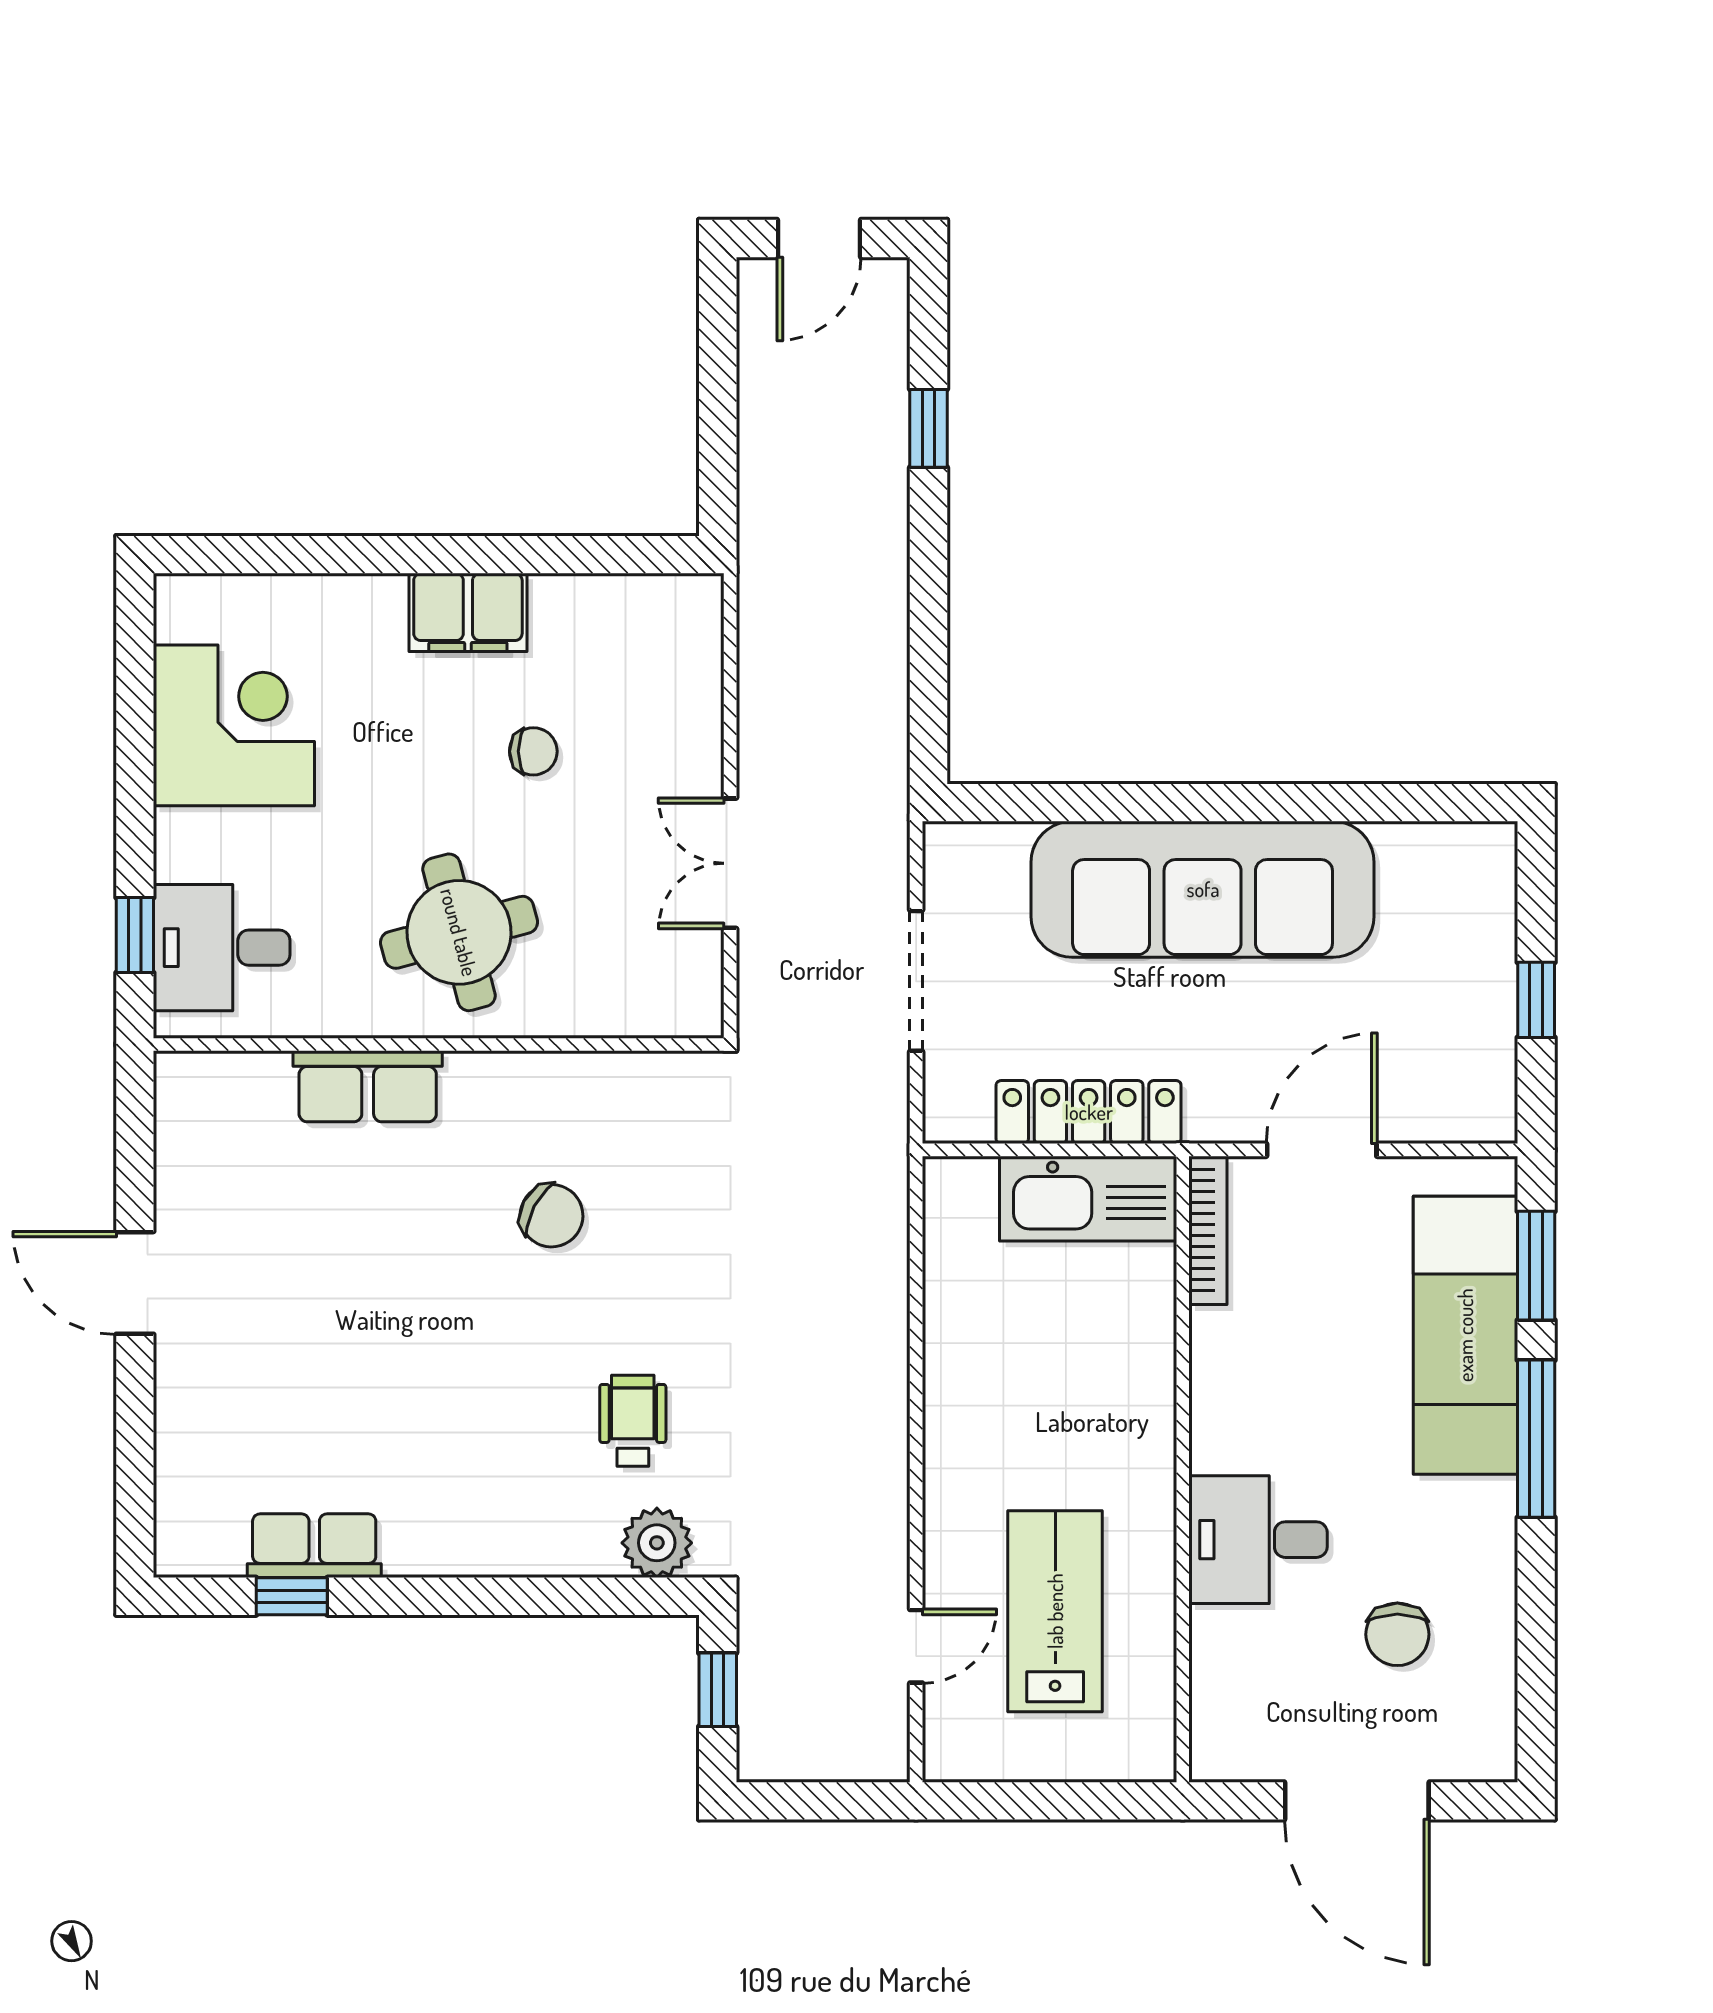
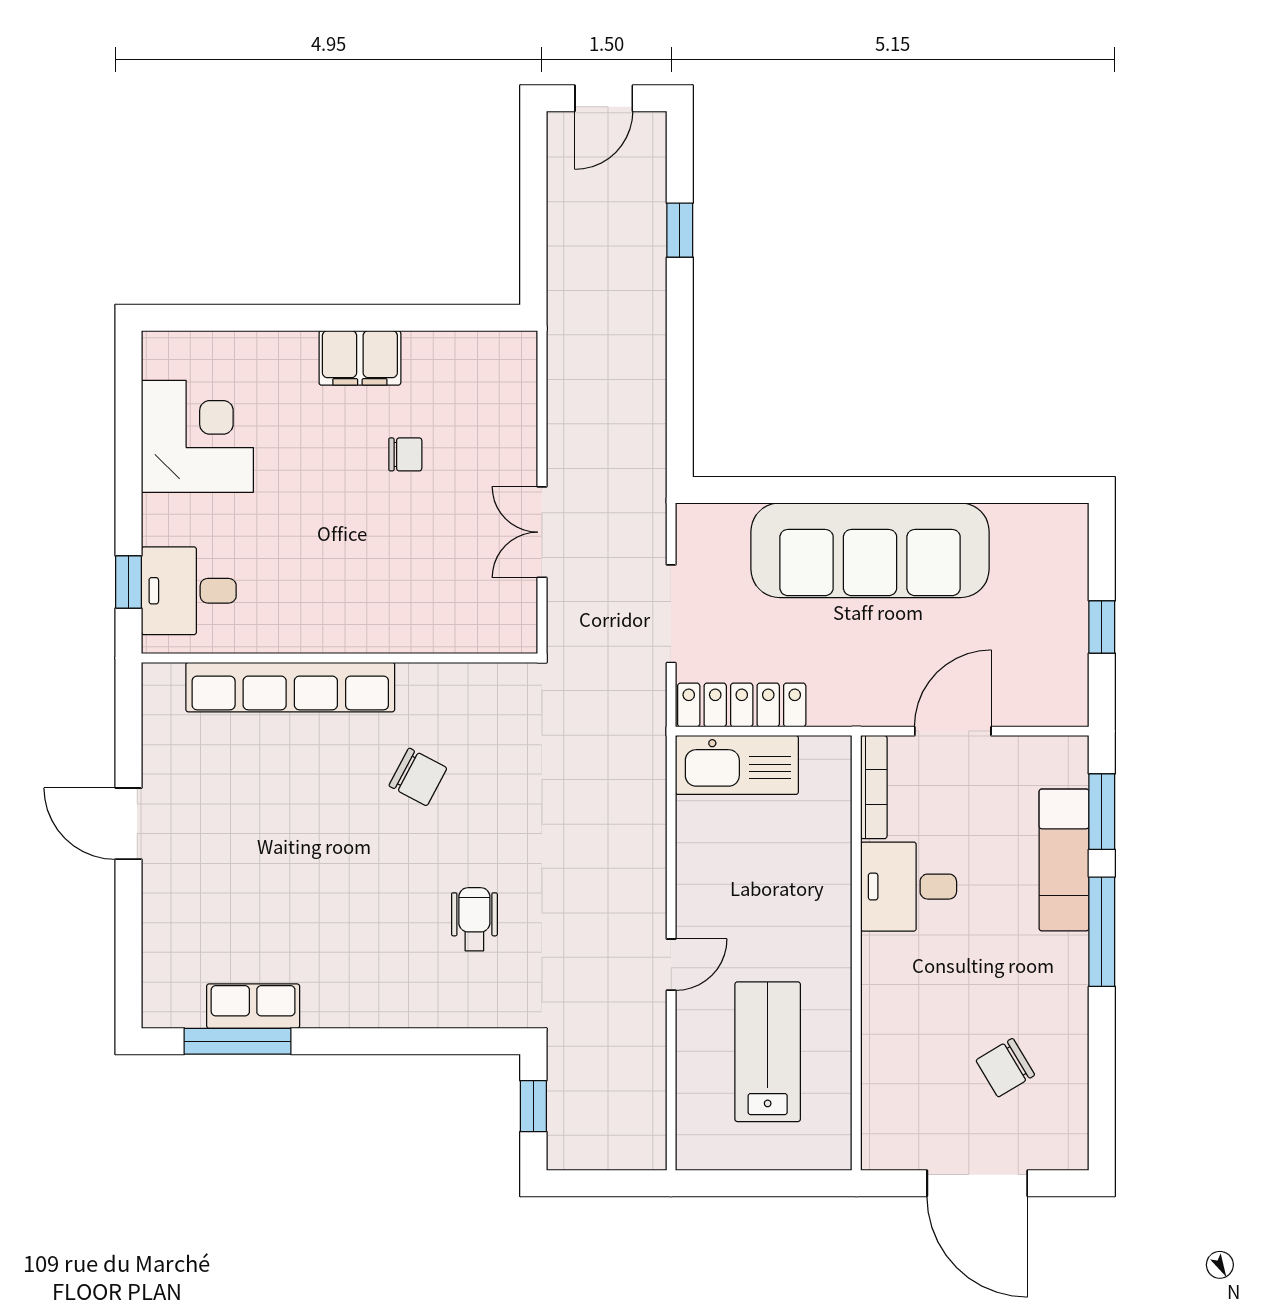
round table: (459, 932) -> (354, 580), removed
row of seats: (368, 1086) -> (290, 687), width x2.02
locker: (1089, 1112) -> (742, 705), moved
kitchen sink: (1088, 1199) -> (737, 765), moved
exam couch: (1465, 1335) -> (1064, 860), width x0.73, depth x0.69
desk: (1258, 1540) -> (909, 887), moved
plant: (657, 1543) -> (491, 1004), removed
window: (292, 1596) -> (238, 1041), width x2.17
chair: (1397, 1634) -> (1005, 1068), turned 59
door: (916, 1646) -> (671, 965), moved

